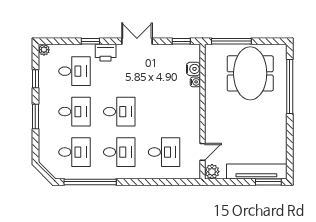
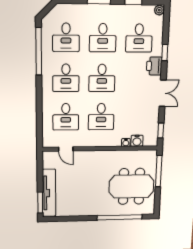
desk: (164, 112) -> (101, 117), added
plant: (212, 172) -> (49, 157), removed

